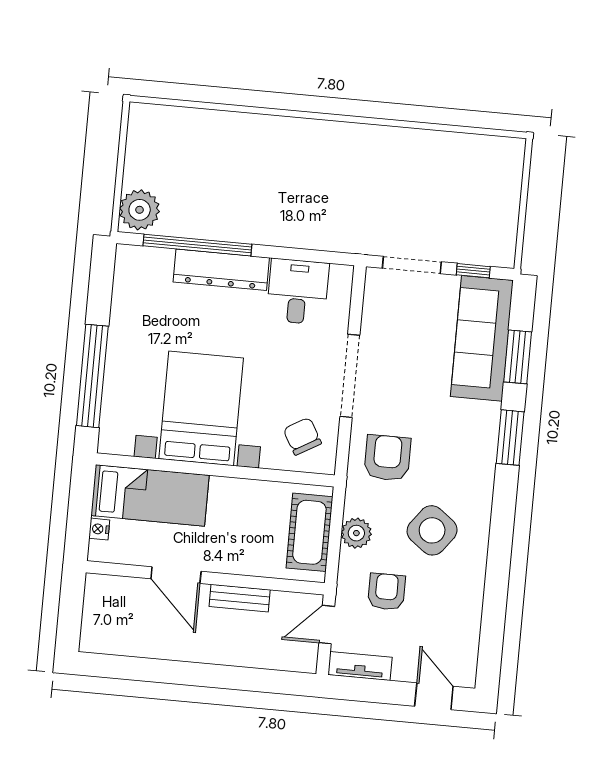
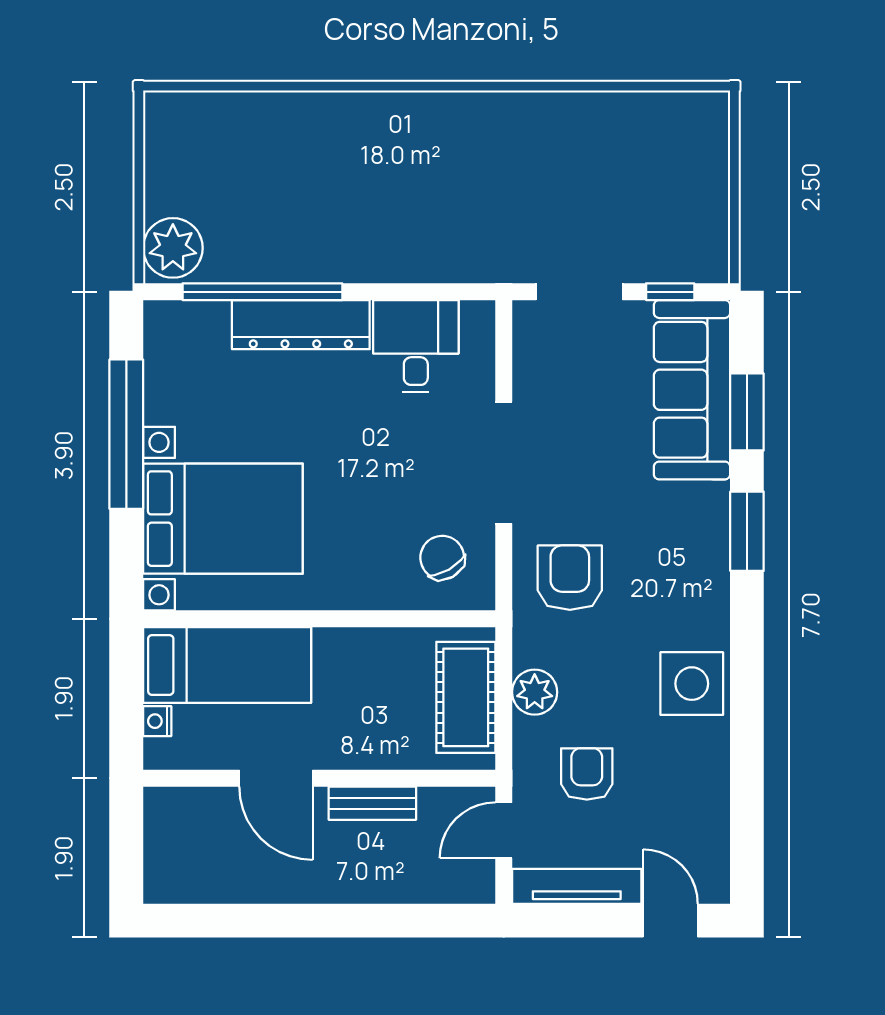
window: (92, 376) -> (126, 434), moved
bed with nightstands: (201, 408) -> (223, 519), moved, turned 90
side table: (432, 530) -> (692, 684), moved, turned -37
tv unit: (360, 666) -> (577, 886), width x1.41

